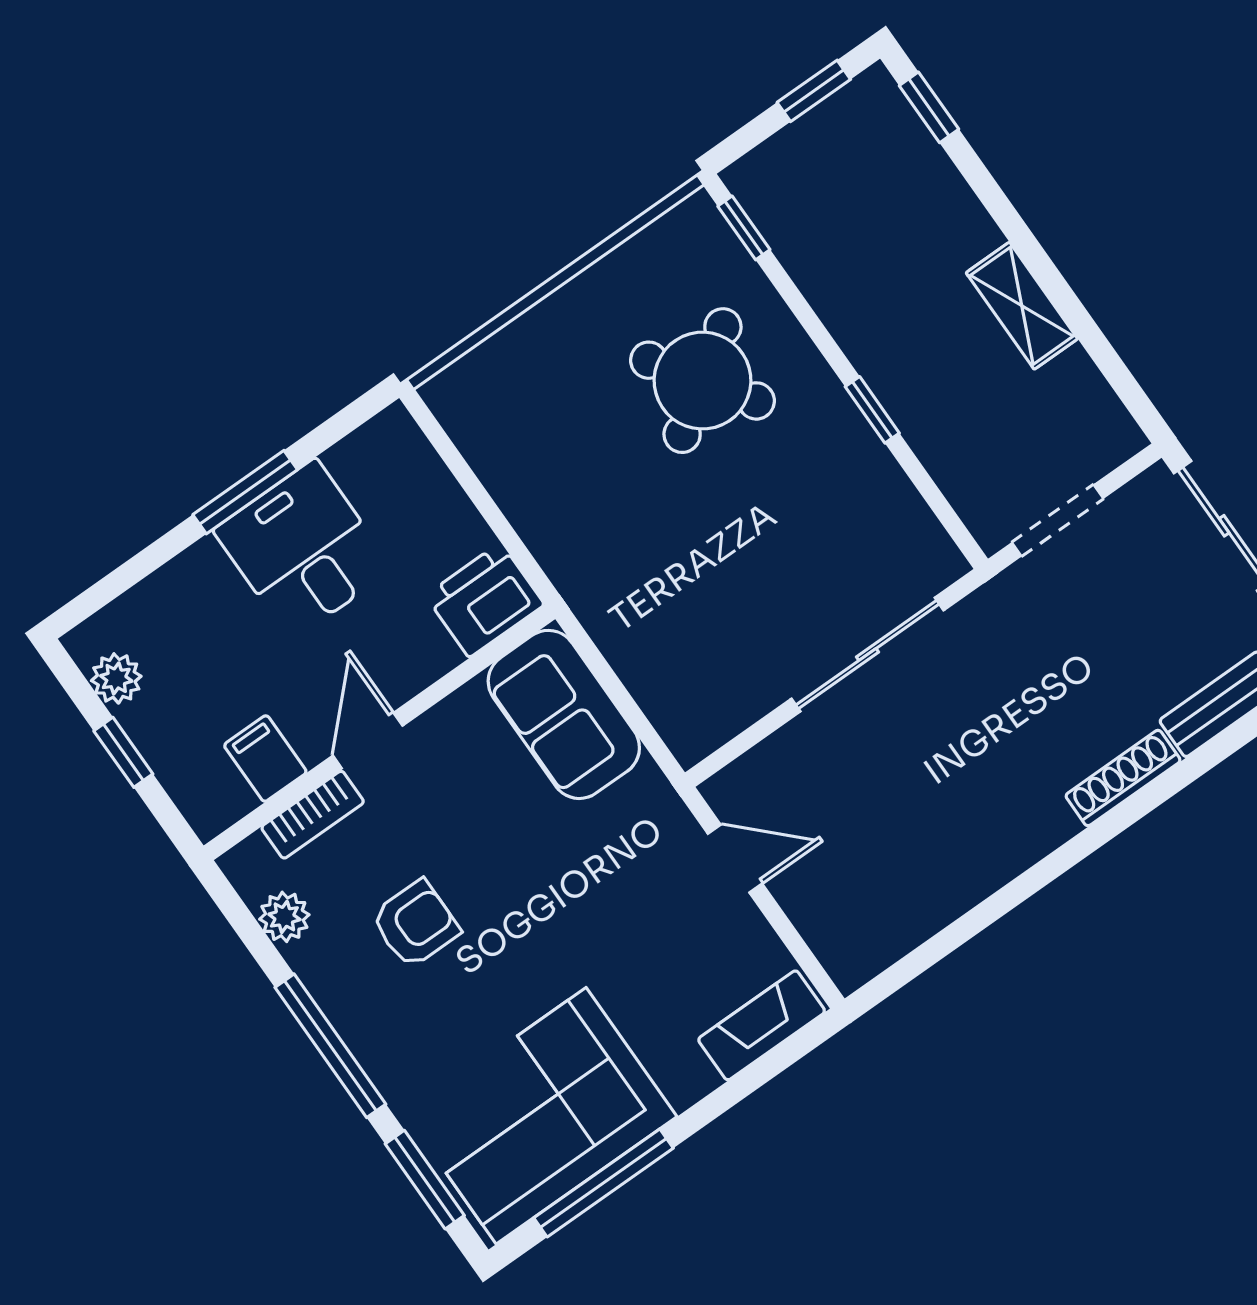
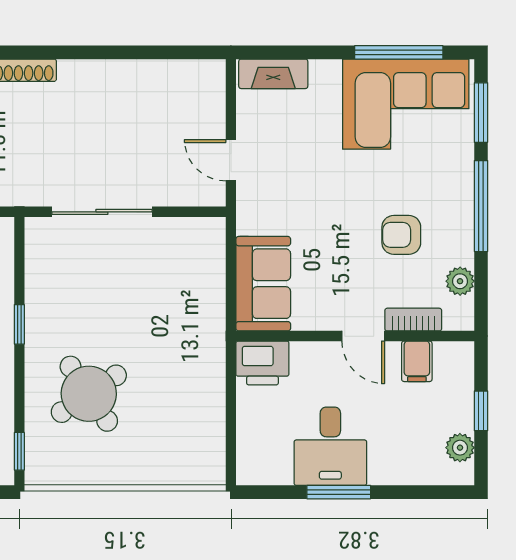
door: (368, 741) -> (363, 336), hinge flipped

